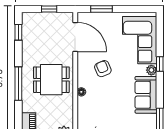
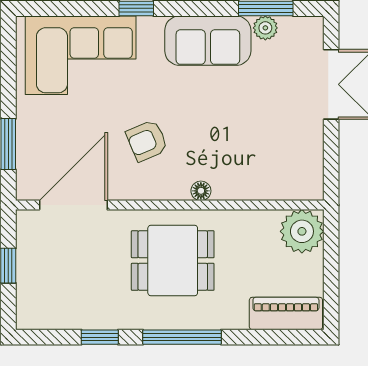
window: (18, 32) -> (100, 337), moved
plant: (151, 70) -> (265, 28), moved
dining table: (51, 80) -> (173, 261), turned 90

